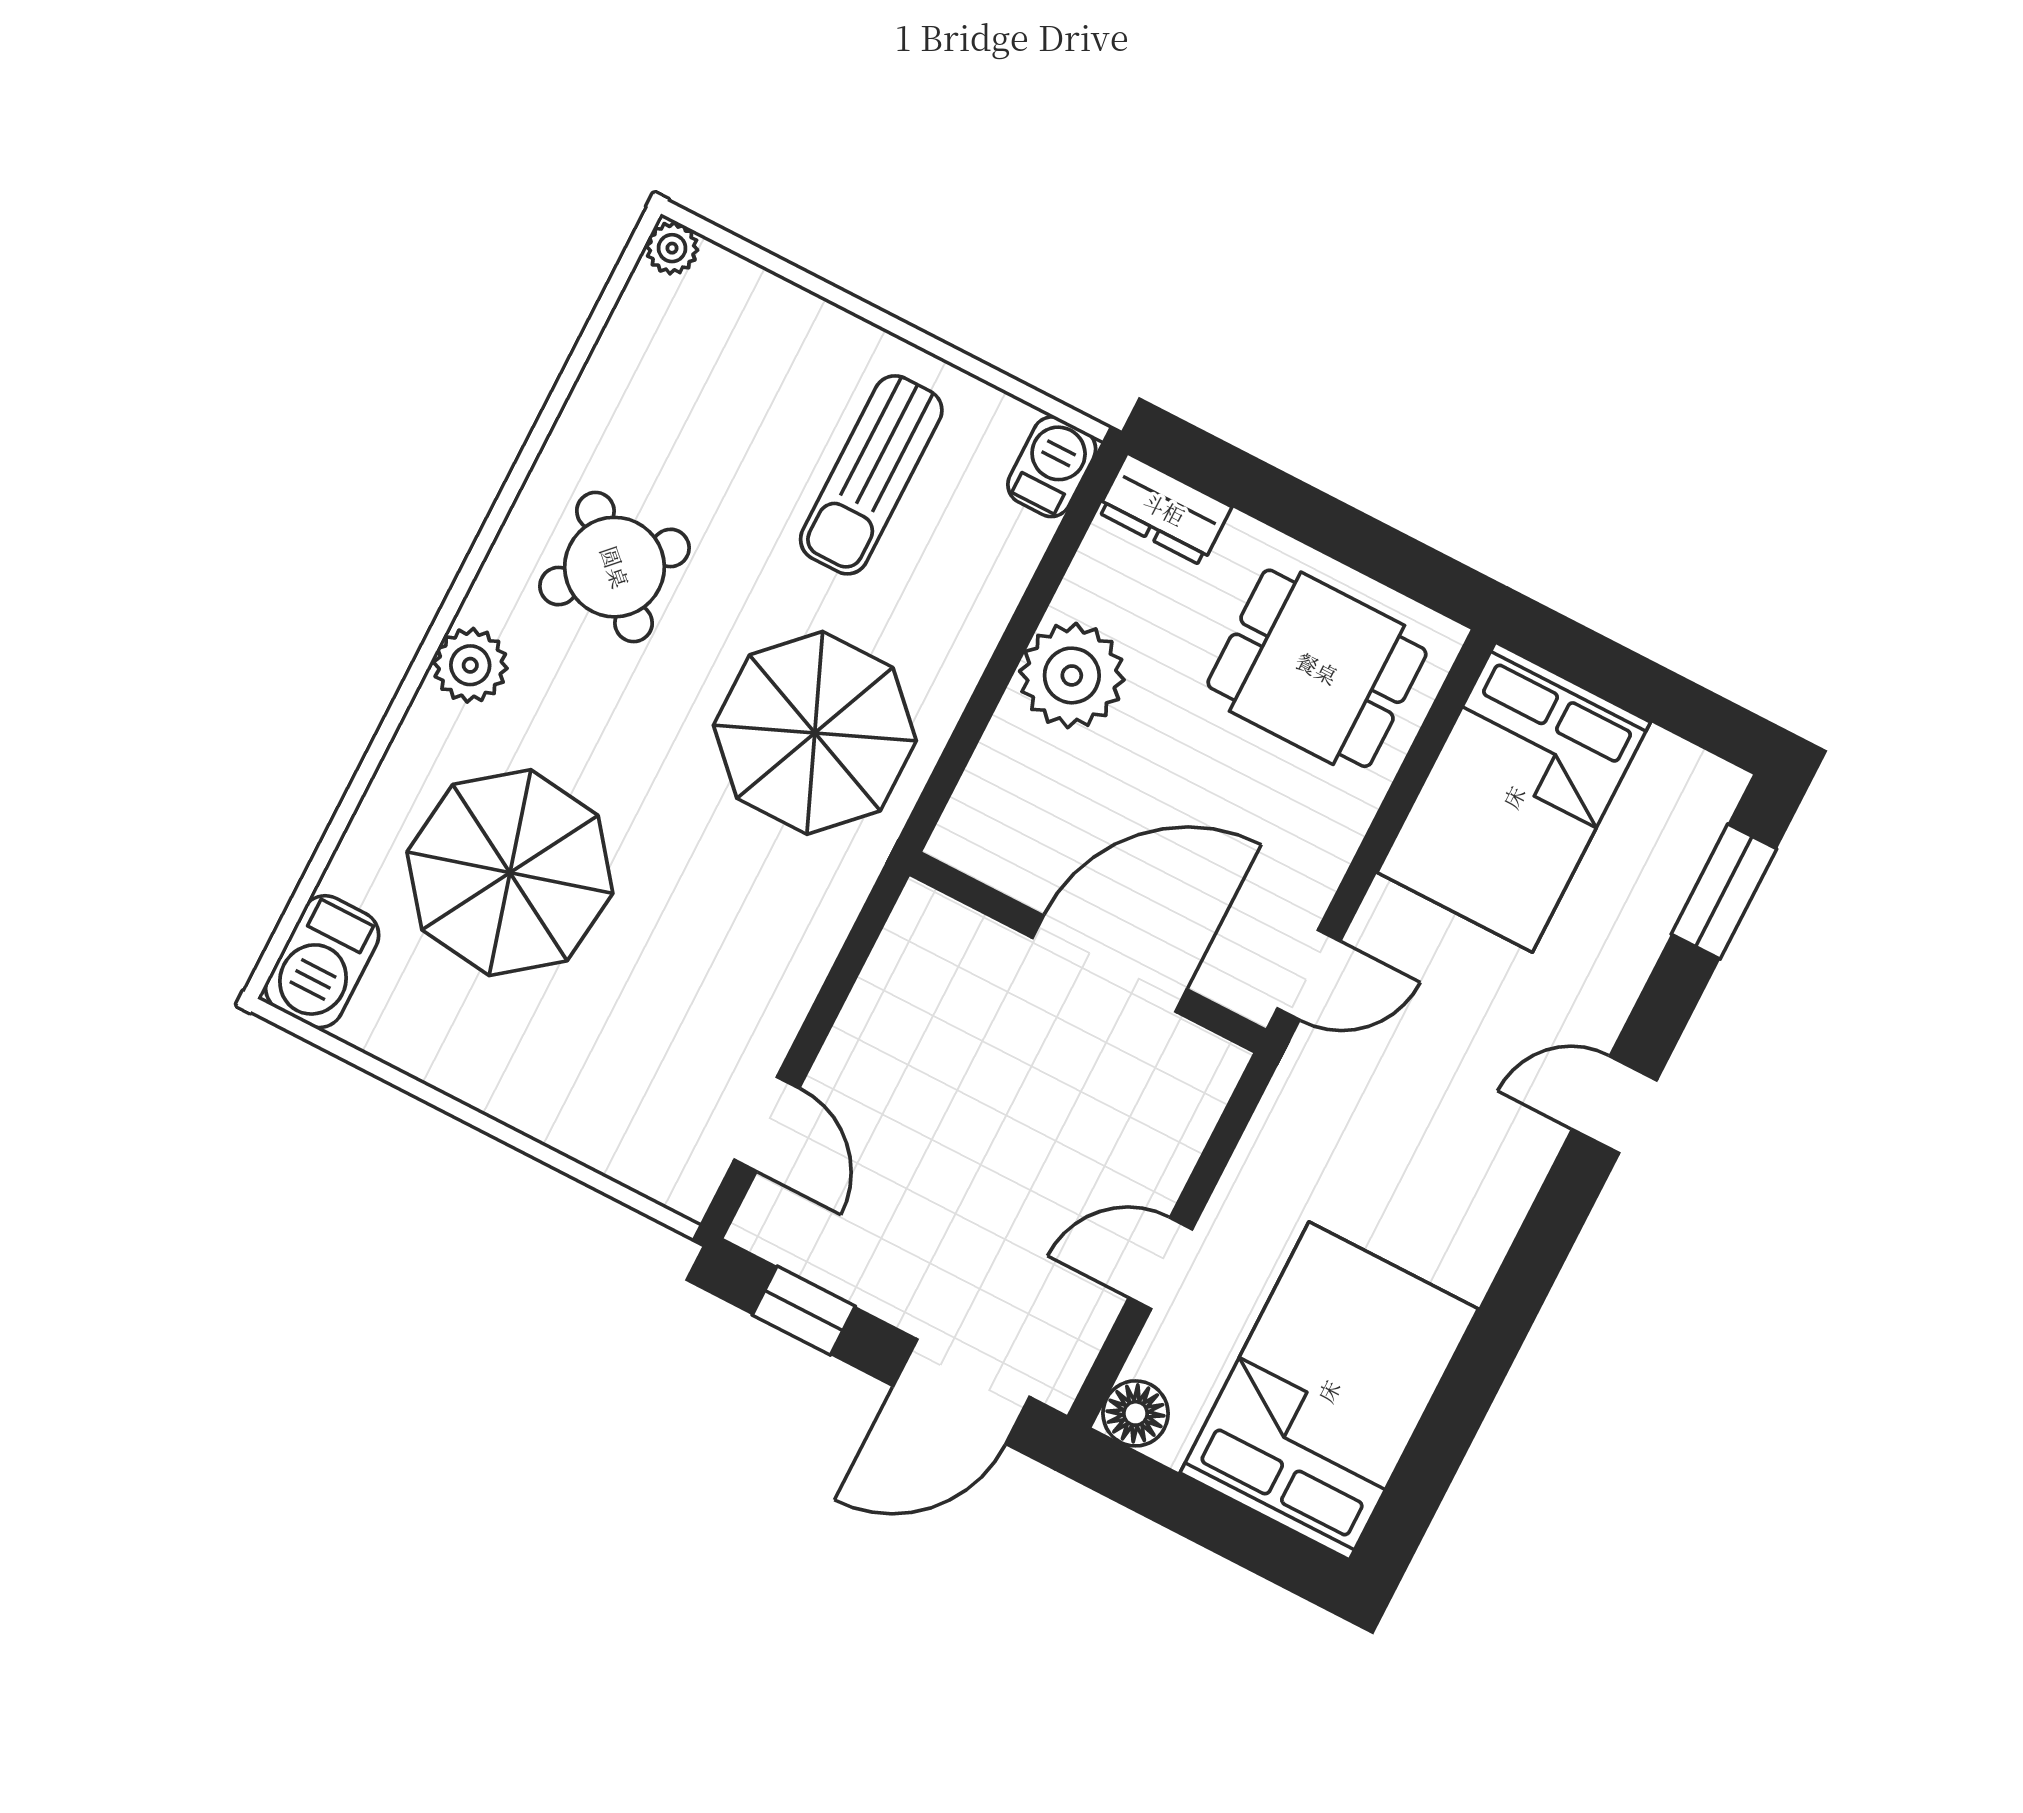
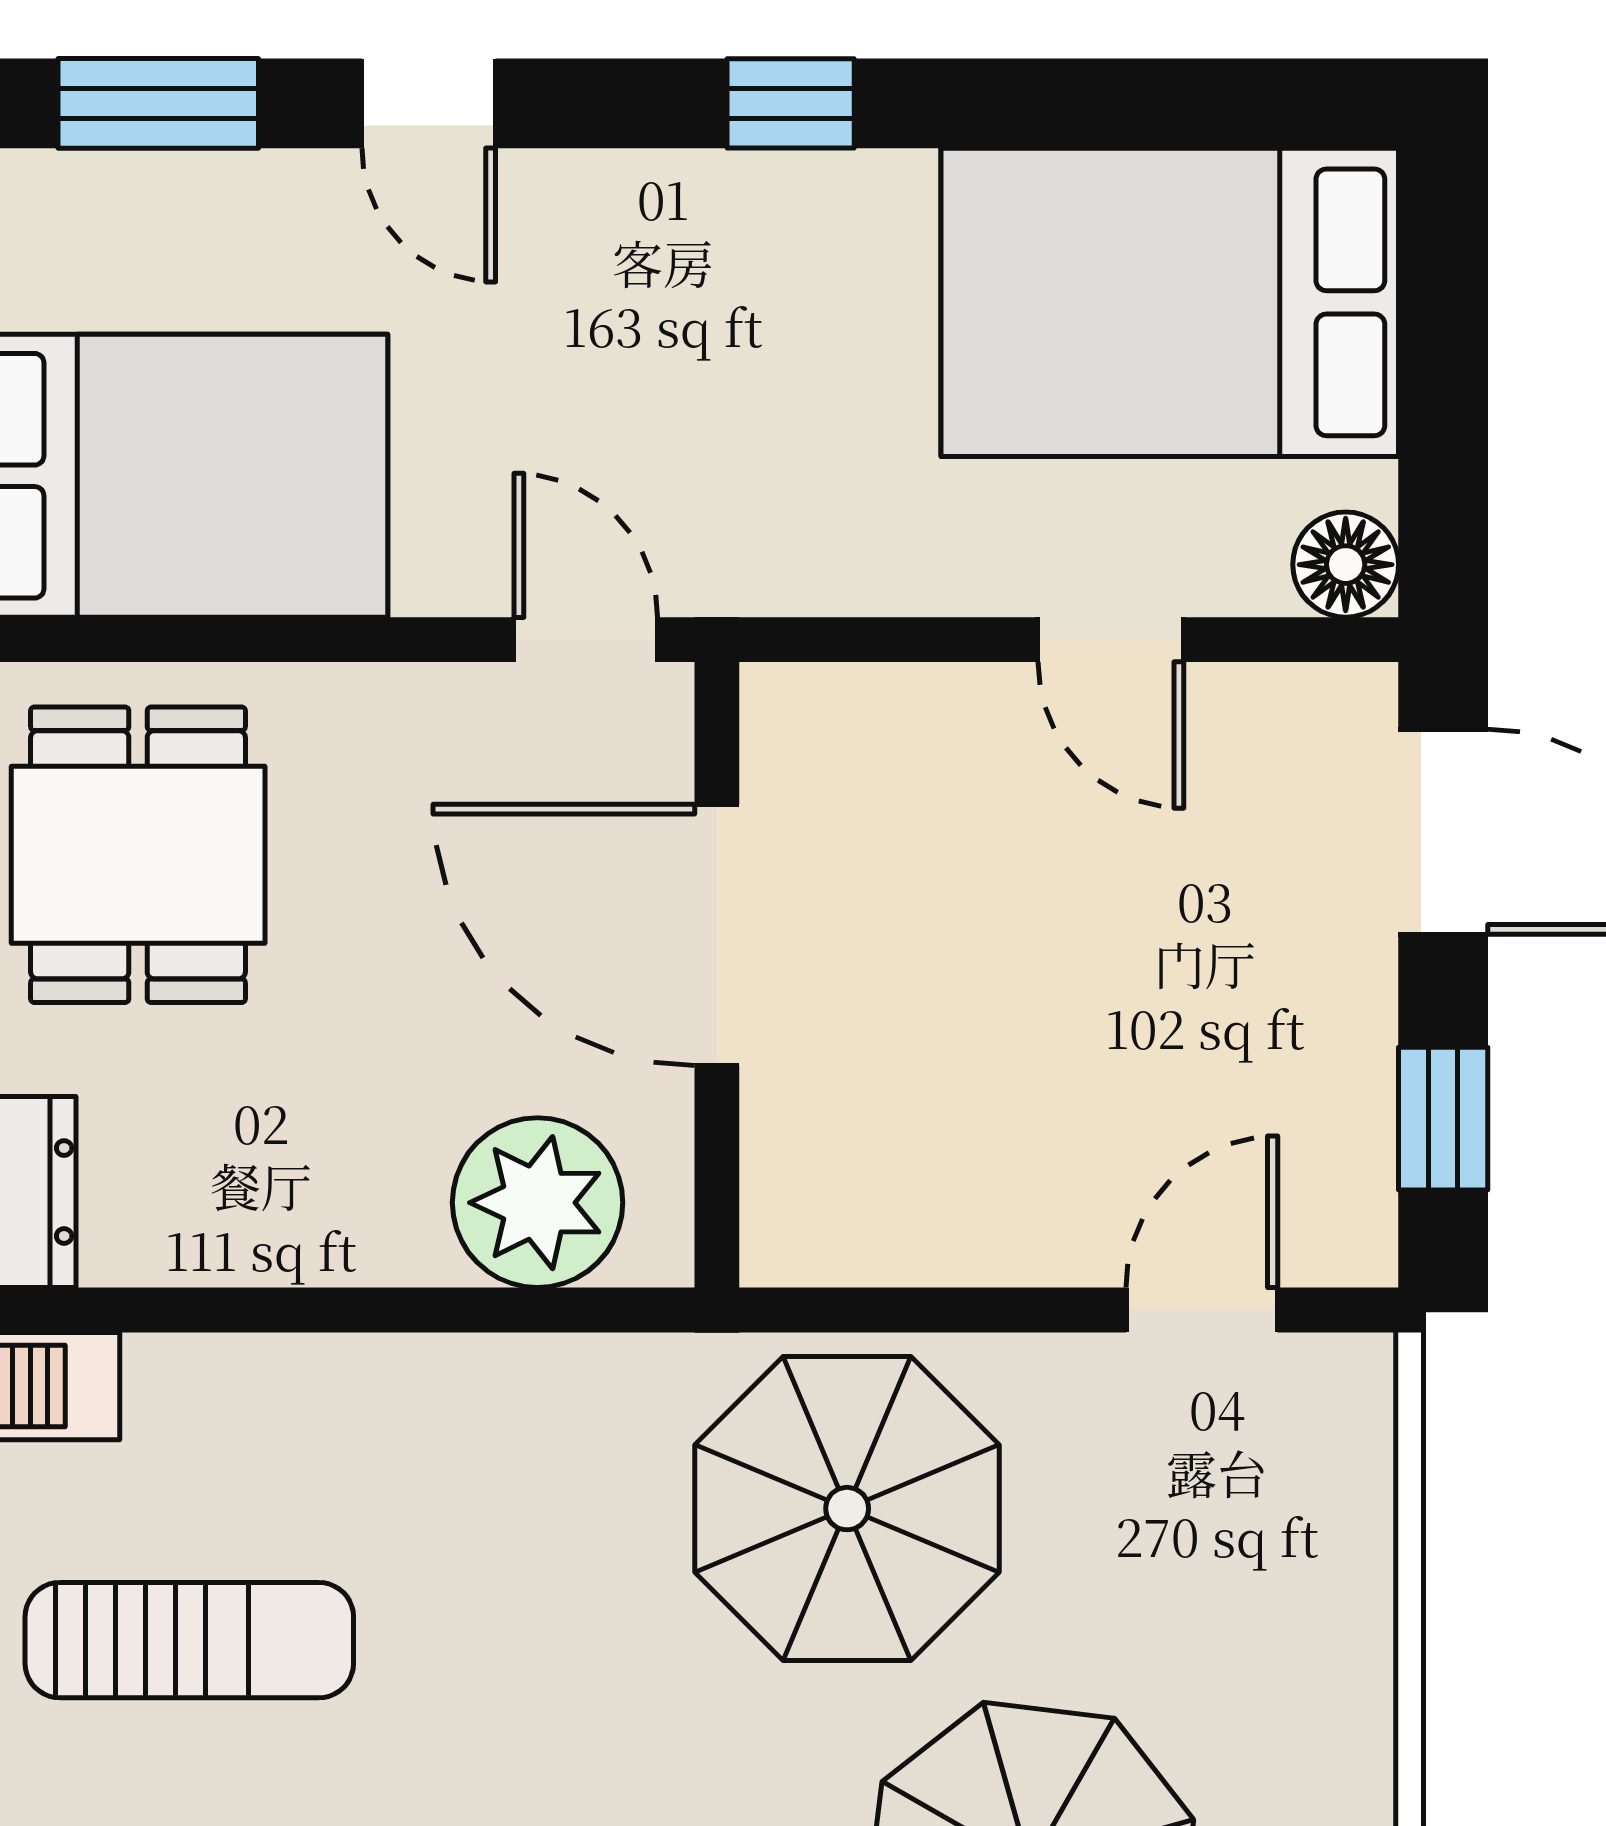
plant: (1072, 675) -> (538, 1203), moved
parasol: (815, 733) -> (847, 1509), moved
door: (1614, 1105) -> (429, 103), moved
window: (1545, 1239) -> (791, 103), added

